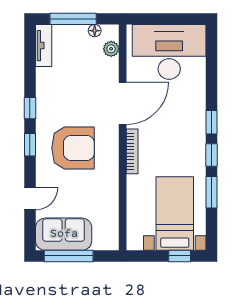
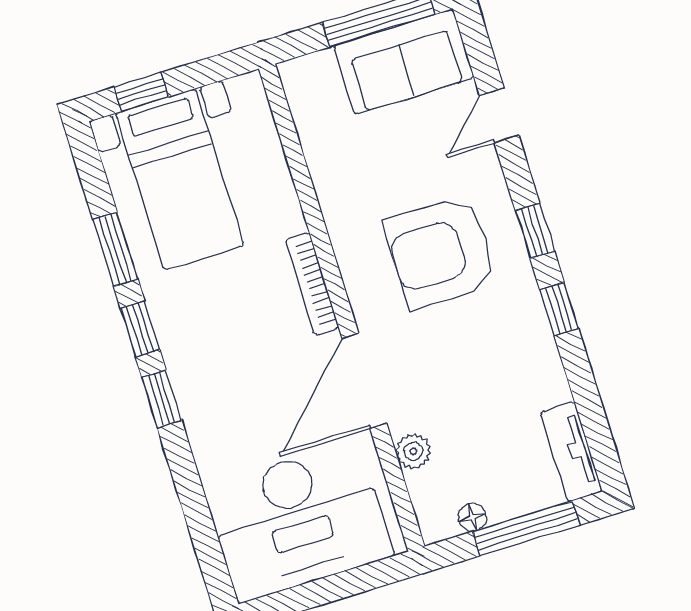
plant: (111, 49) -> (413, 451), moved

